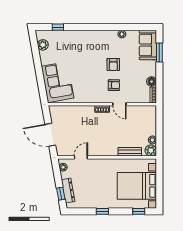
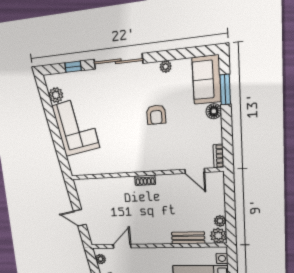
sliding door: (90, 27) -> (118, 61), added
corner sofa: (58, 82) -> (76, 127), moved
floor lamp: (152, 82) -> (214, 111), moved
armchair: (114, 85) -> (159, 145), removed
door: (119, 104) -> (195, 171), moved
door: (50, 135) -> (80, 218), width x0.53

